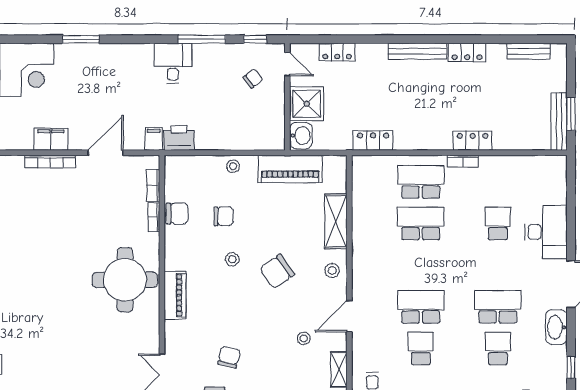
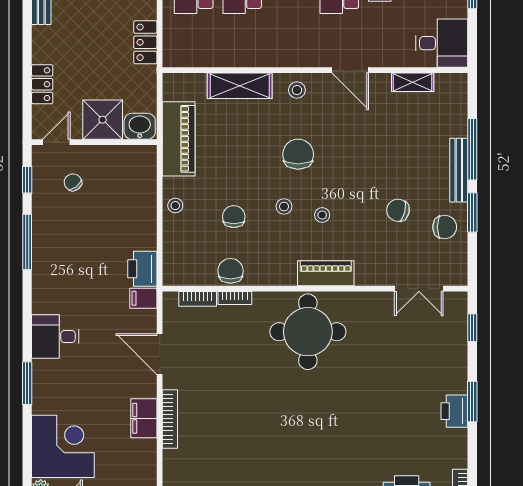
desk: (173, 63) -> (55, 336), moved
chair: (277, 271) -> (298, 154), turned -145
stool: (304, 338) -> (322, 215), moved

